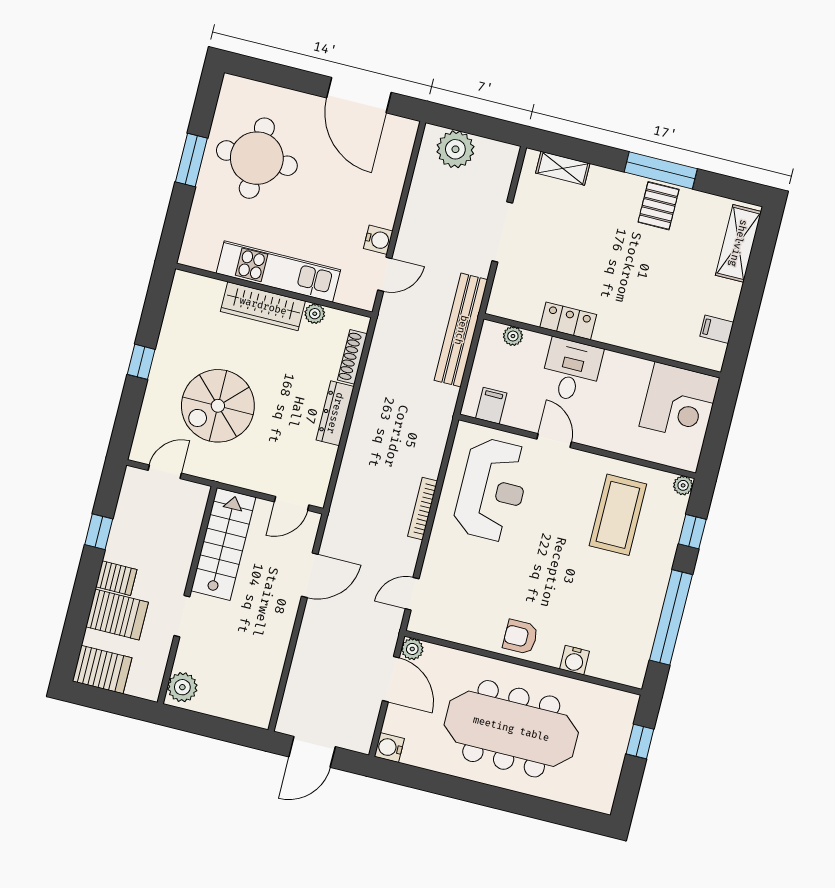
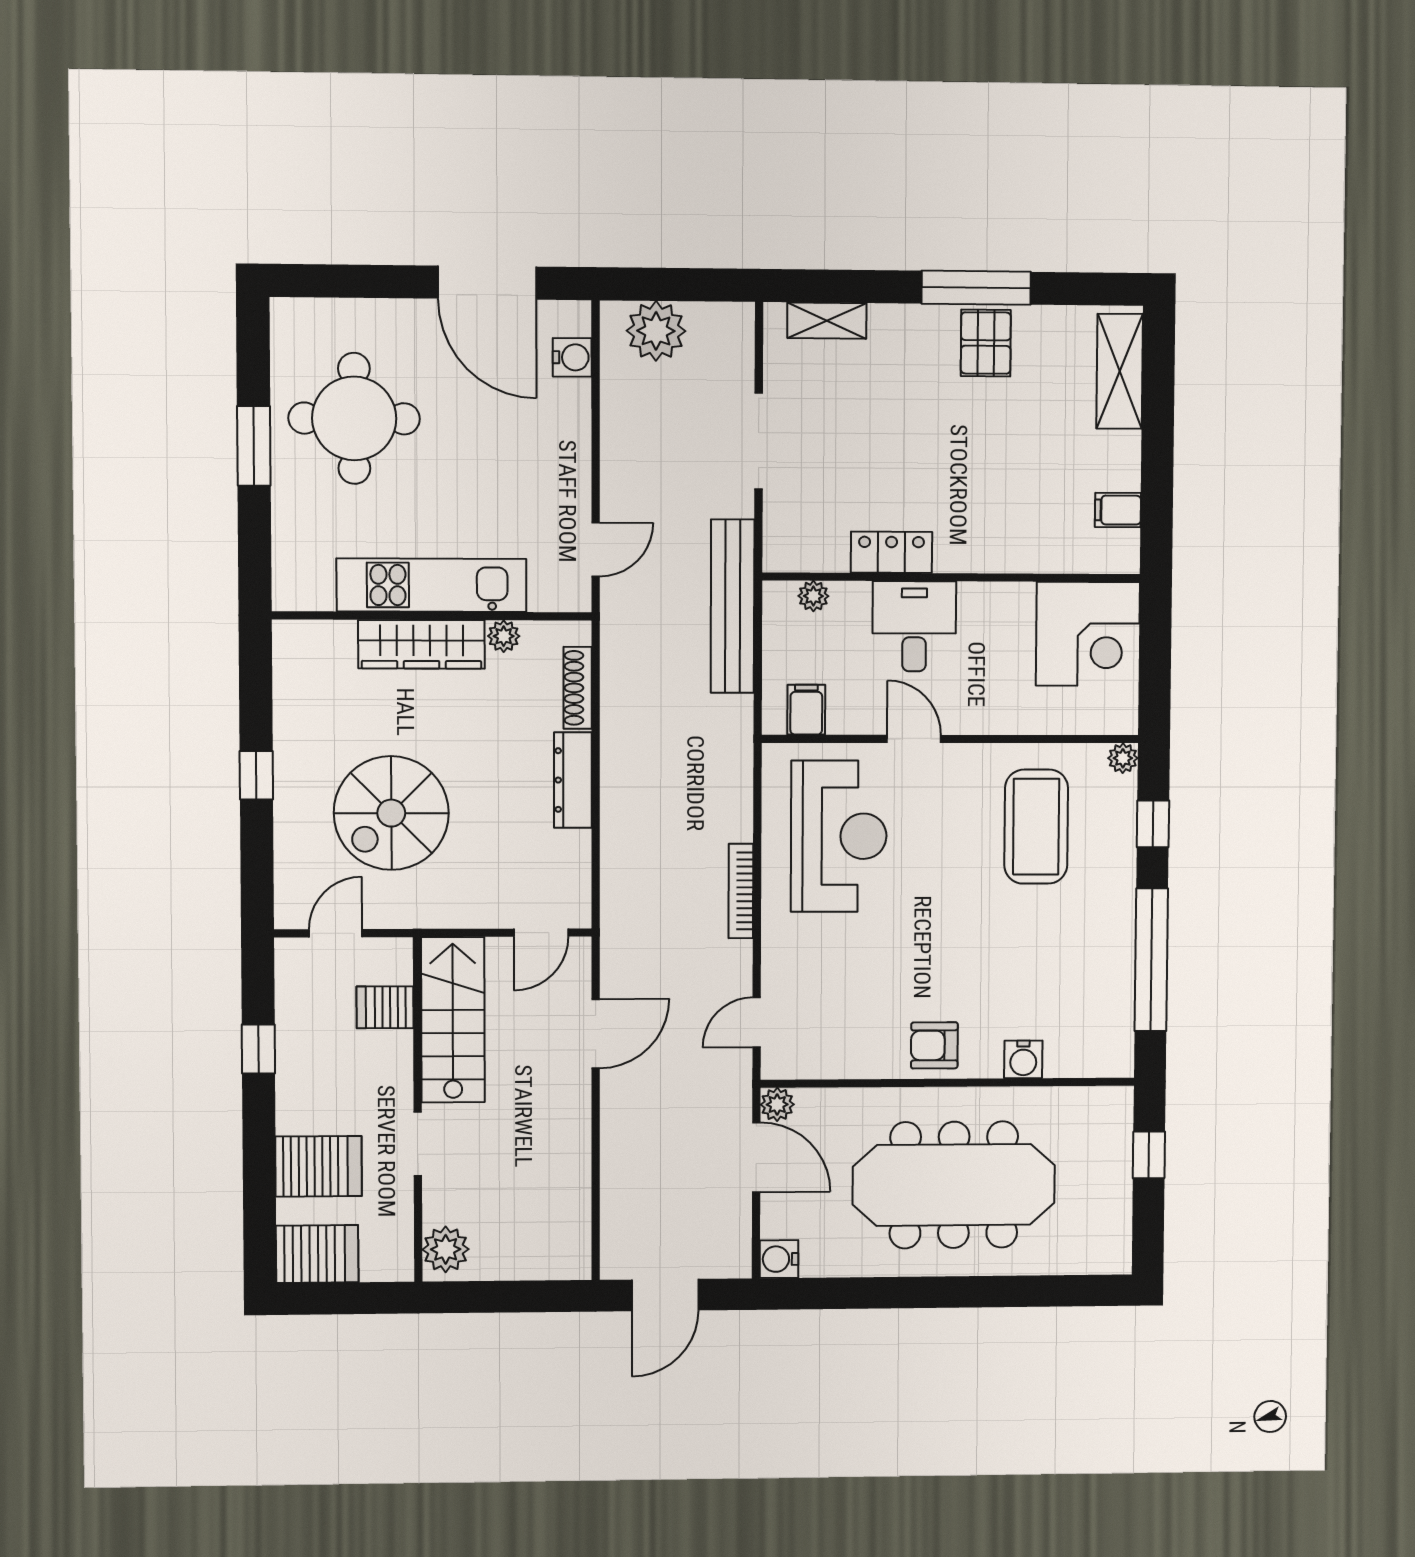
water cooler: (378, 240) -> (572, 357), moved
server rack: (116, 578) -> (385, 1007), moved, turned 180

